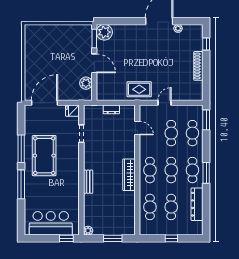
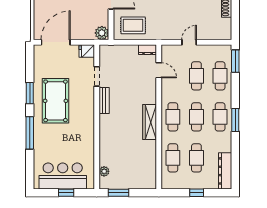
plant: (86, 83) -> (102, 33), moved
rug: (139, 89) -> (133, 25), moved
dresser: (111, 109) -> (148, 50), moved
window: (21, 149) -> (30, 93), width x0.69
bench: (88, 182) -> (104, 101), moved
dresser: (197, 204) -> (225, 171), moved
plant: (88, 231) -> (104, 171), moved
window: (66, 238) -> (66, 193), moved
window: (113, 238) -> (118, 193), moved

